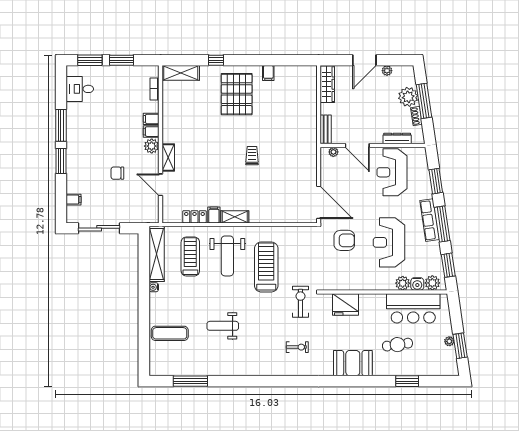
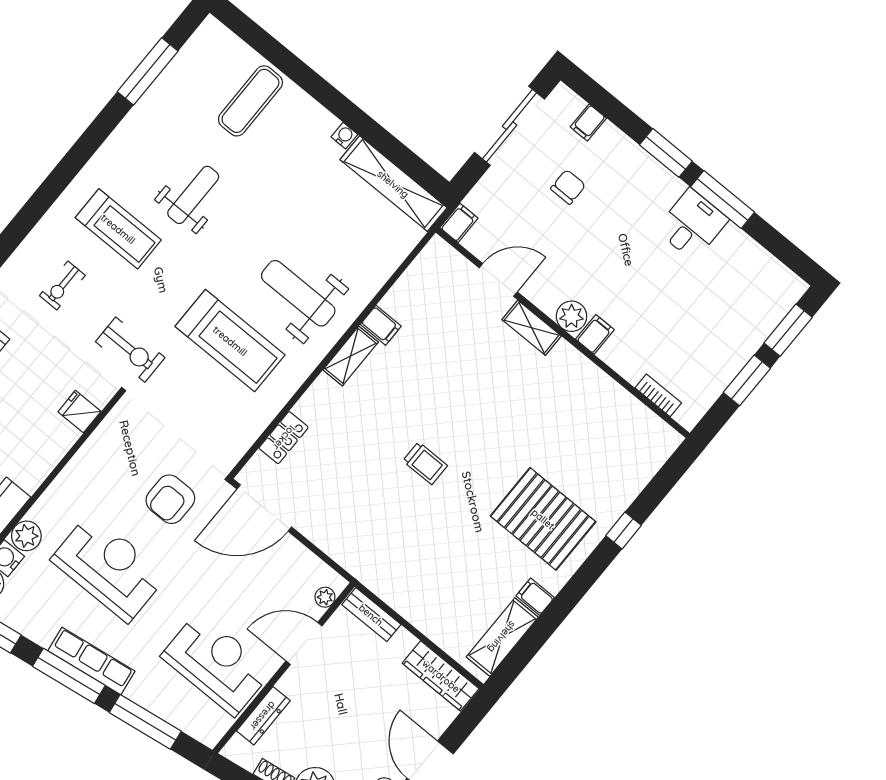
shelving: (181, 73) -> (502, 637), moved
desk: (80, 89) -> (692, 225), moved
filing cabinet: (151, 119) -> (459, 223), moved
chair: (117, 173) -> (568, 187), moved
window: (436, 181) -> (145, 722), width x1.44
locker: (194, 217) -> (284, 438), moved
treadmill: (190, 256) -> (118, 229), moved
fridge: (345, 304) -> (79, 412), width x0.53, depth x0.75

